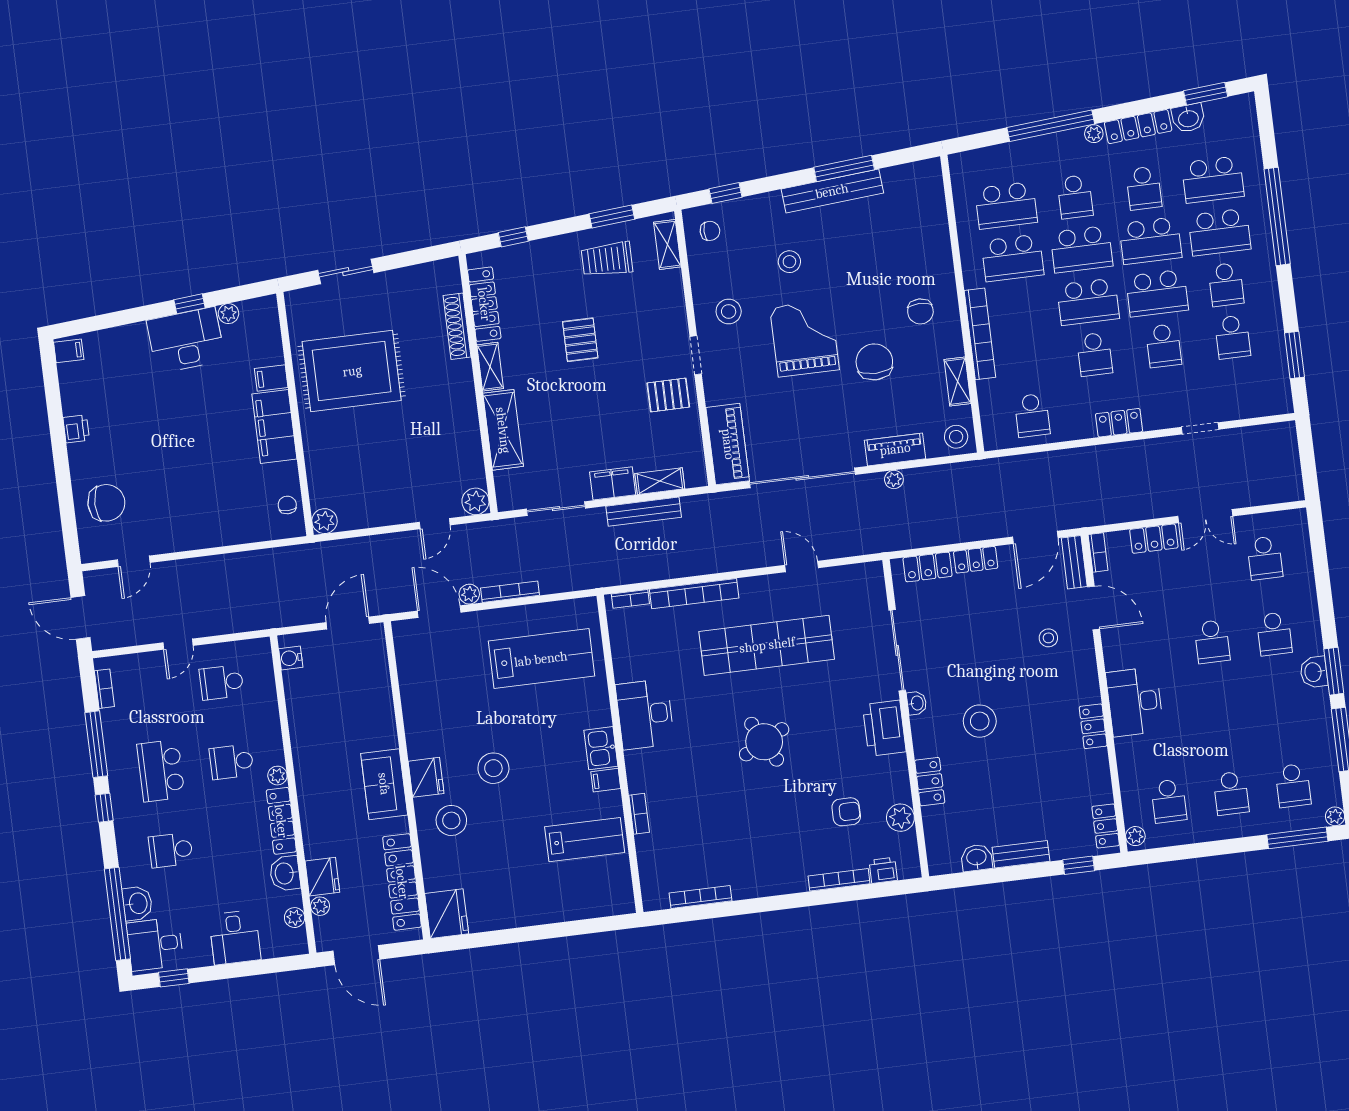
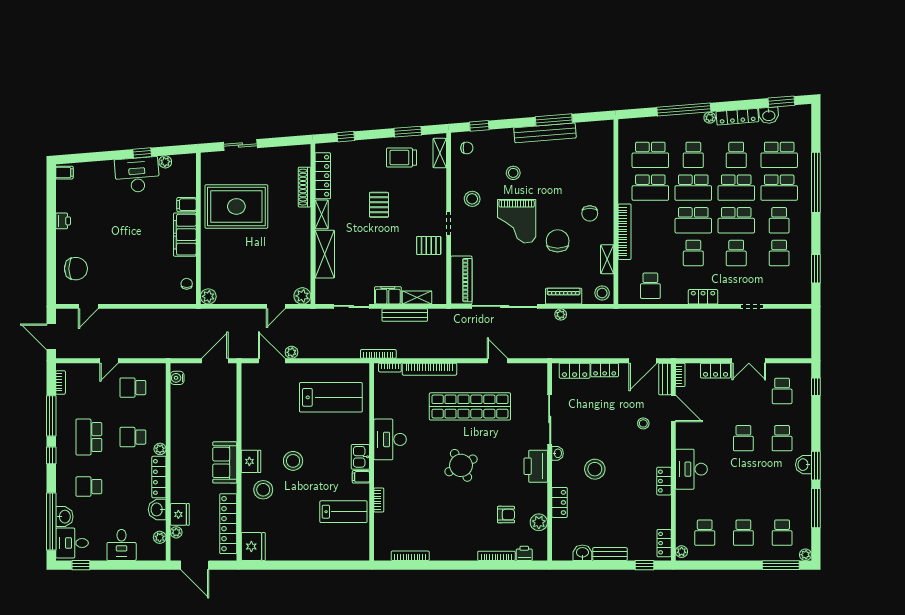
grand piano: (805, 338) -> (517, 221), turned 180
window: (1318, 545) -> (816, 387), added
bookcase: (510, 592) -> (378, 354), moved

